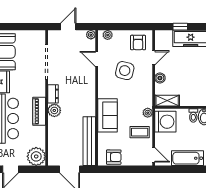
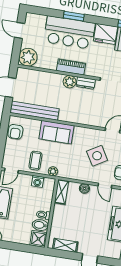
side table: (125, 71) -> (97, 156), turned 45
washing machine: (165, 122) -> (38, 181), width x0.53, depth x0.53

